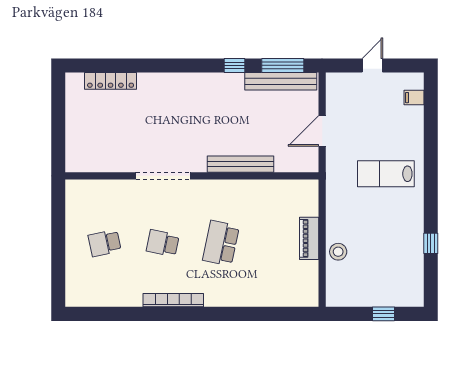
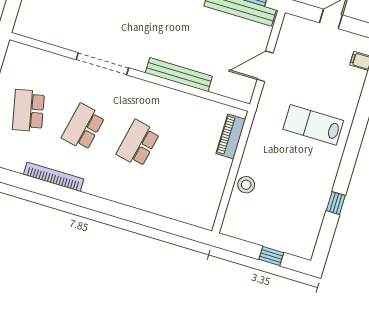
piano: (309, 238) -> (231, 136), moved
school desk: (105, 243) -> (28, 111), width x1.85
school desk: (163, 243) -> (83, 127), width x1.85
bookcase: (173, 300) -> (54, 177), moved

